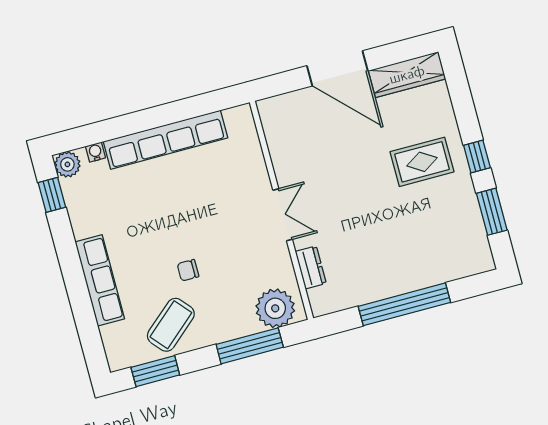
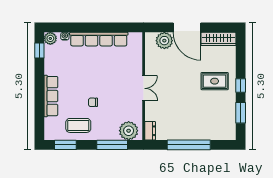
plant: (299, 107) -> (164, 41), added
dresser: (311, 267) -> (150, 131), moved
coffee table: (171, 325) -> (78, 125), turned 41

